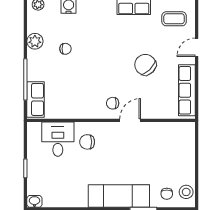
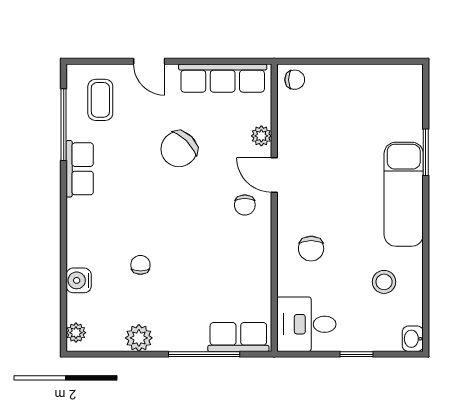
chair: (65, 49) -> (140, 265), moved
plant: (153, 113) -> (261, 136), added
desk: (58, 139) -> (306, 324), moved
stool: (186, 192) -> (384, 282), moved
chair: (167, 194) -> (295, 80), moved

